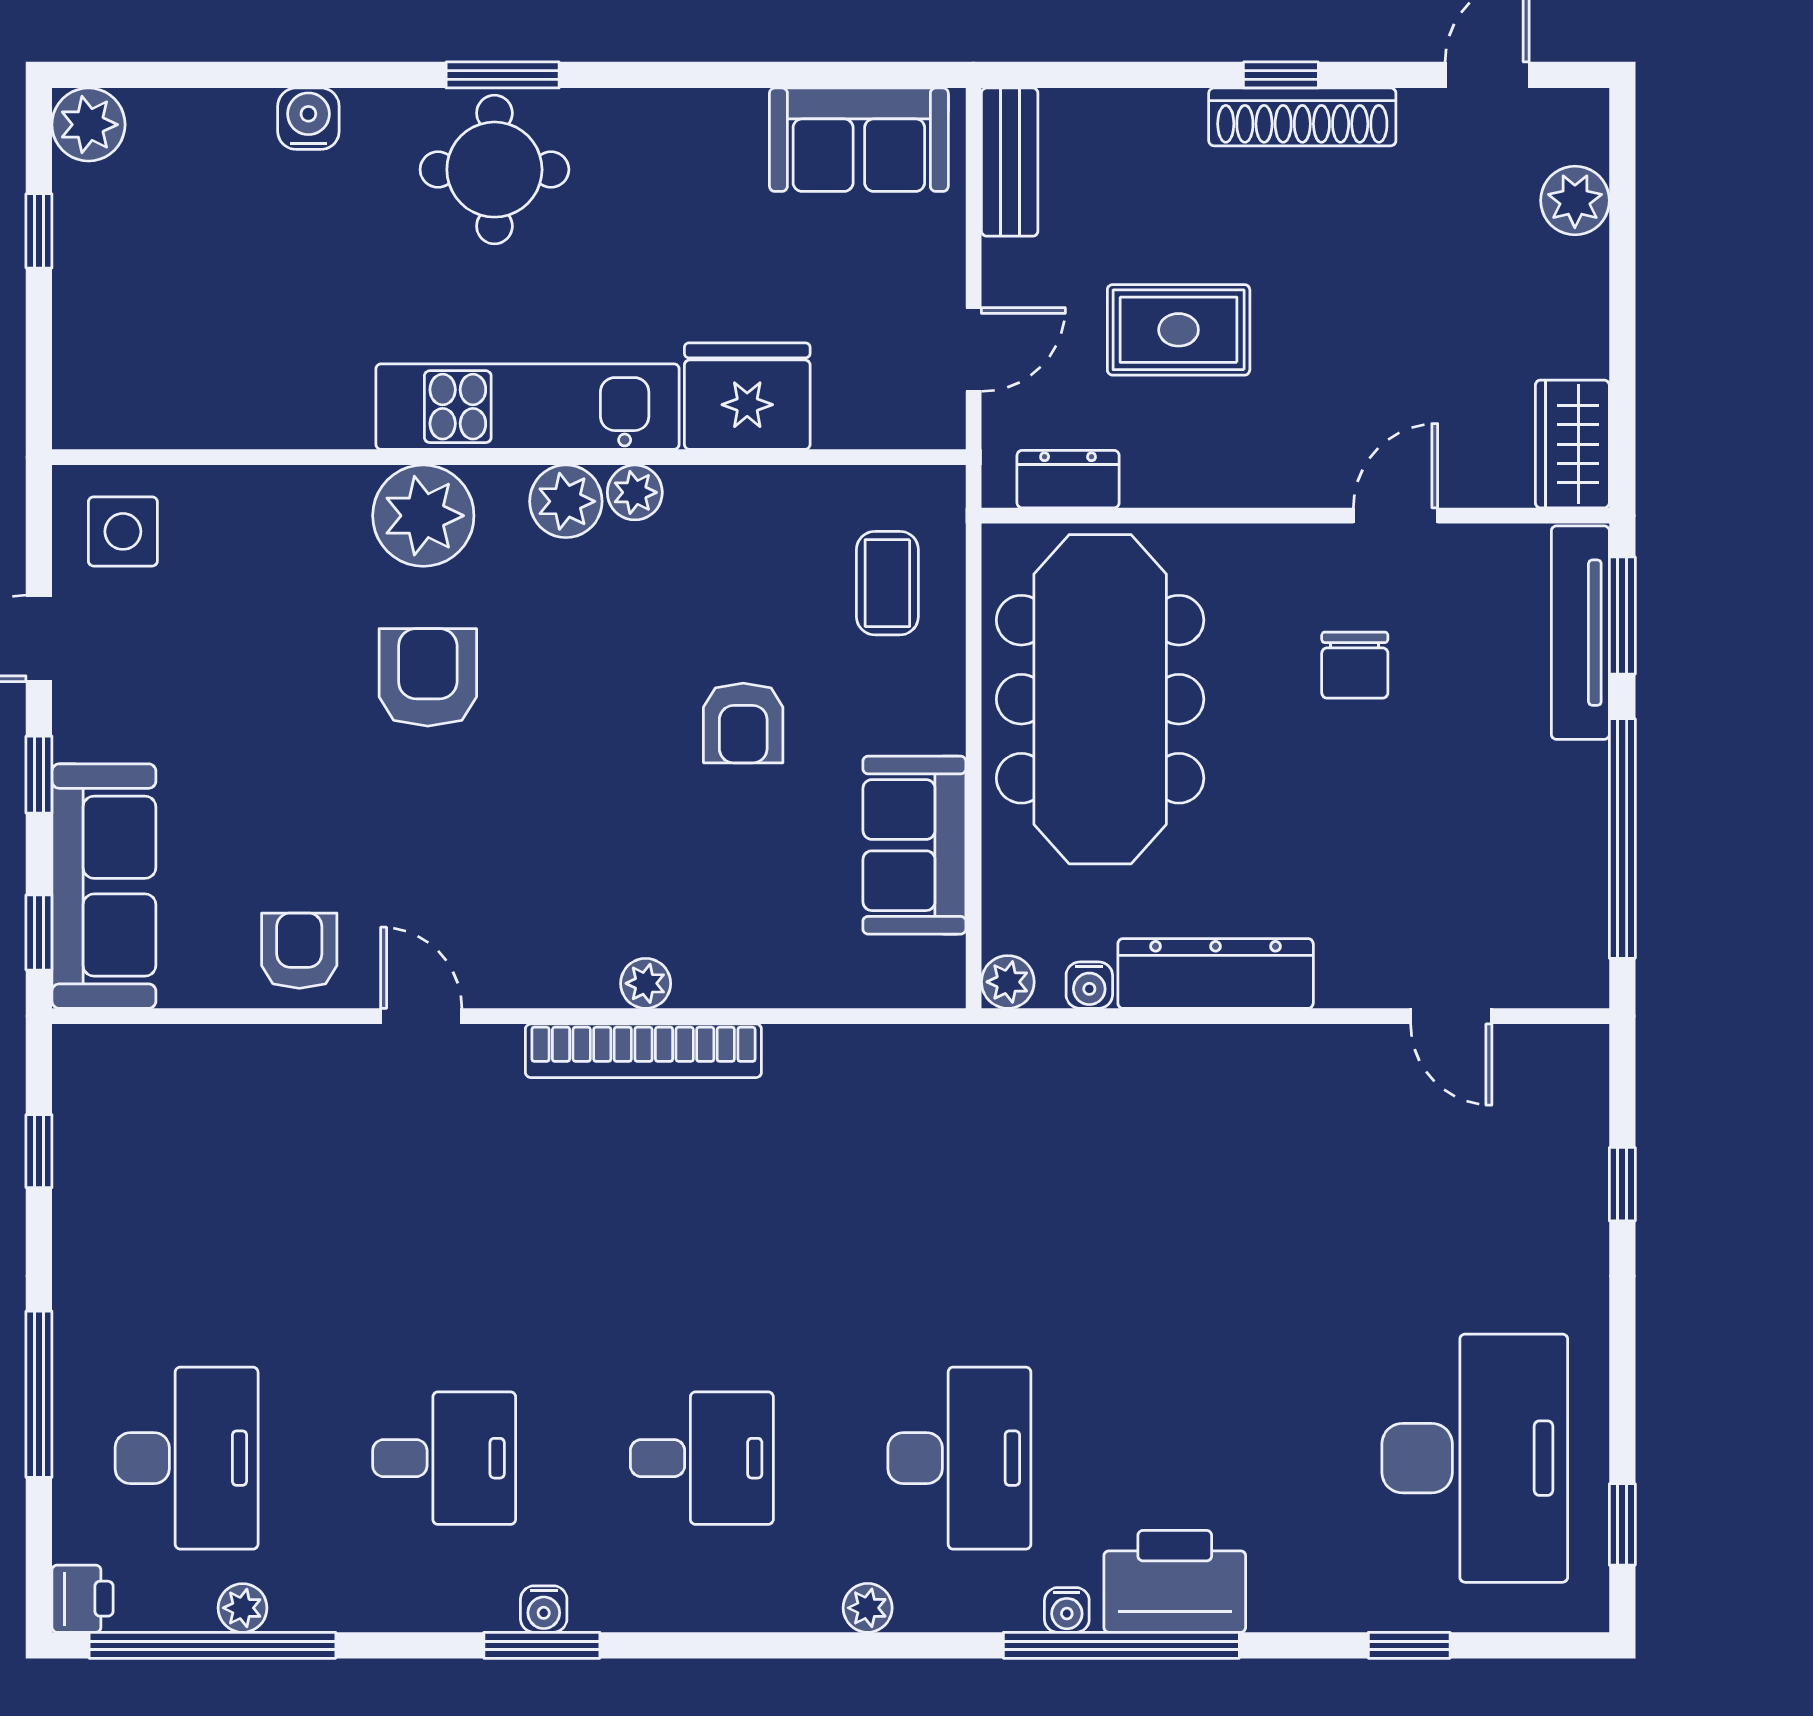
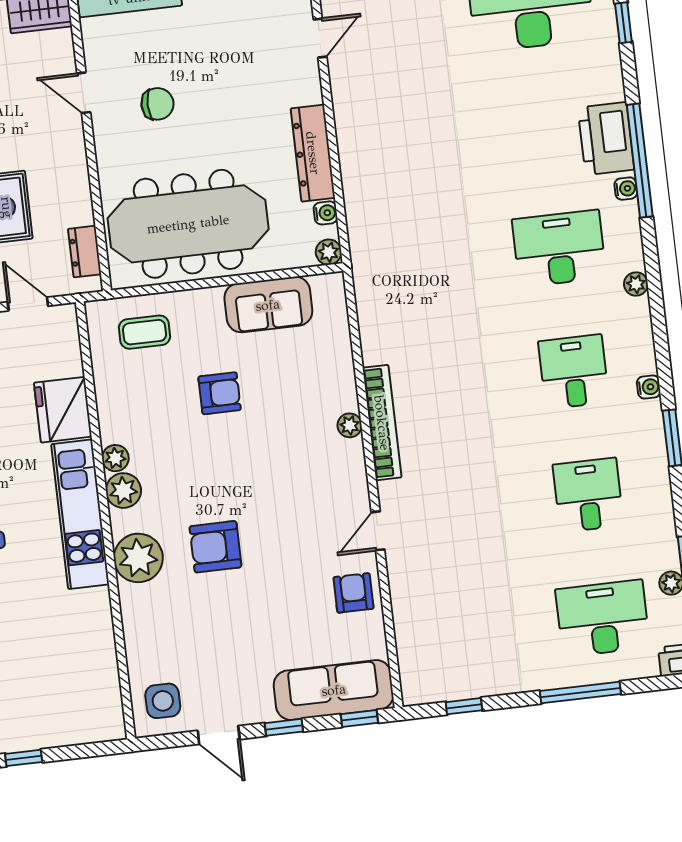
armchair: (299, 951) -> (353, 593), turned 90
water cooler: (544, 1609) -> (649, 387), moved

